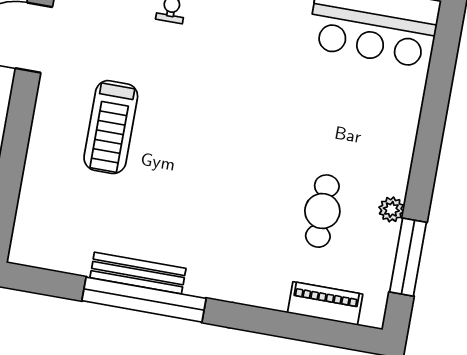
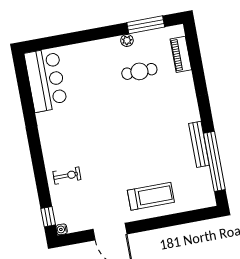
treadmill: (111, 127) -> (151, 196), moved
window: (144, 300) -> (214, 161), moved

